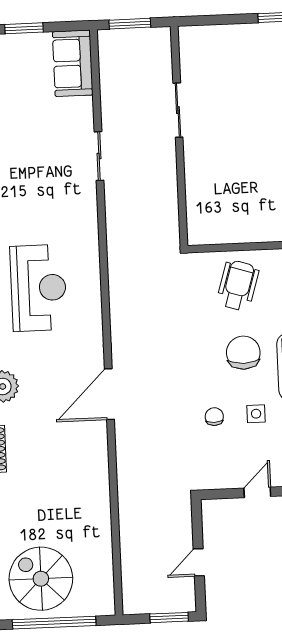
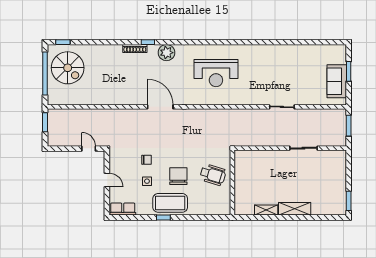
sofa: (73, 63) -> (337, 81), moved, turned -90
chair: (243, 353) -> (178, 176), turned -90
door: (199, 562) -> (89, 149), moved
spiral stairs: (41, 579) -> (68, 68), turned 90
window: (169, 618) -> (45, 122), moved

